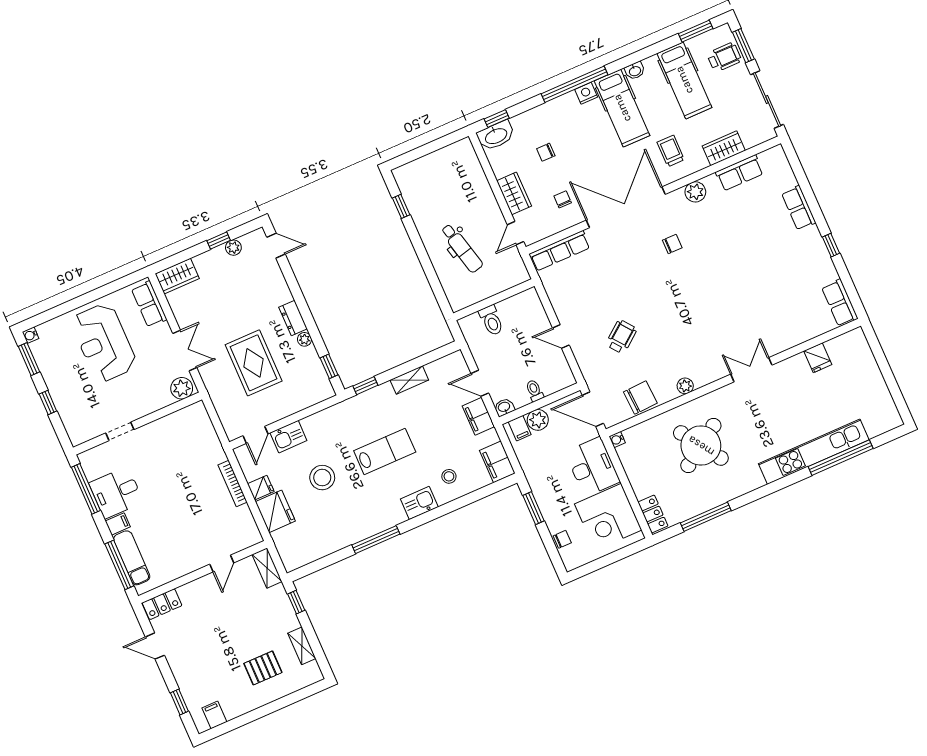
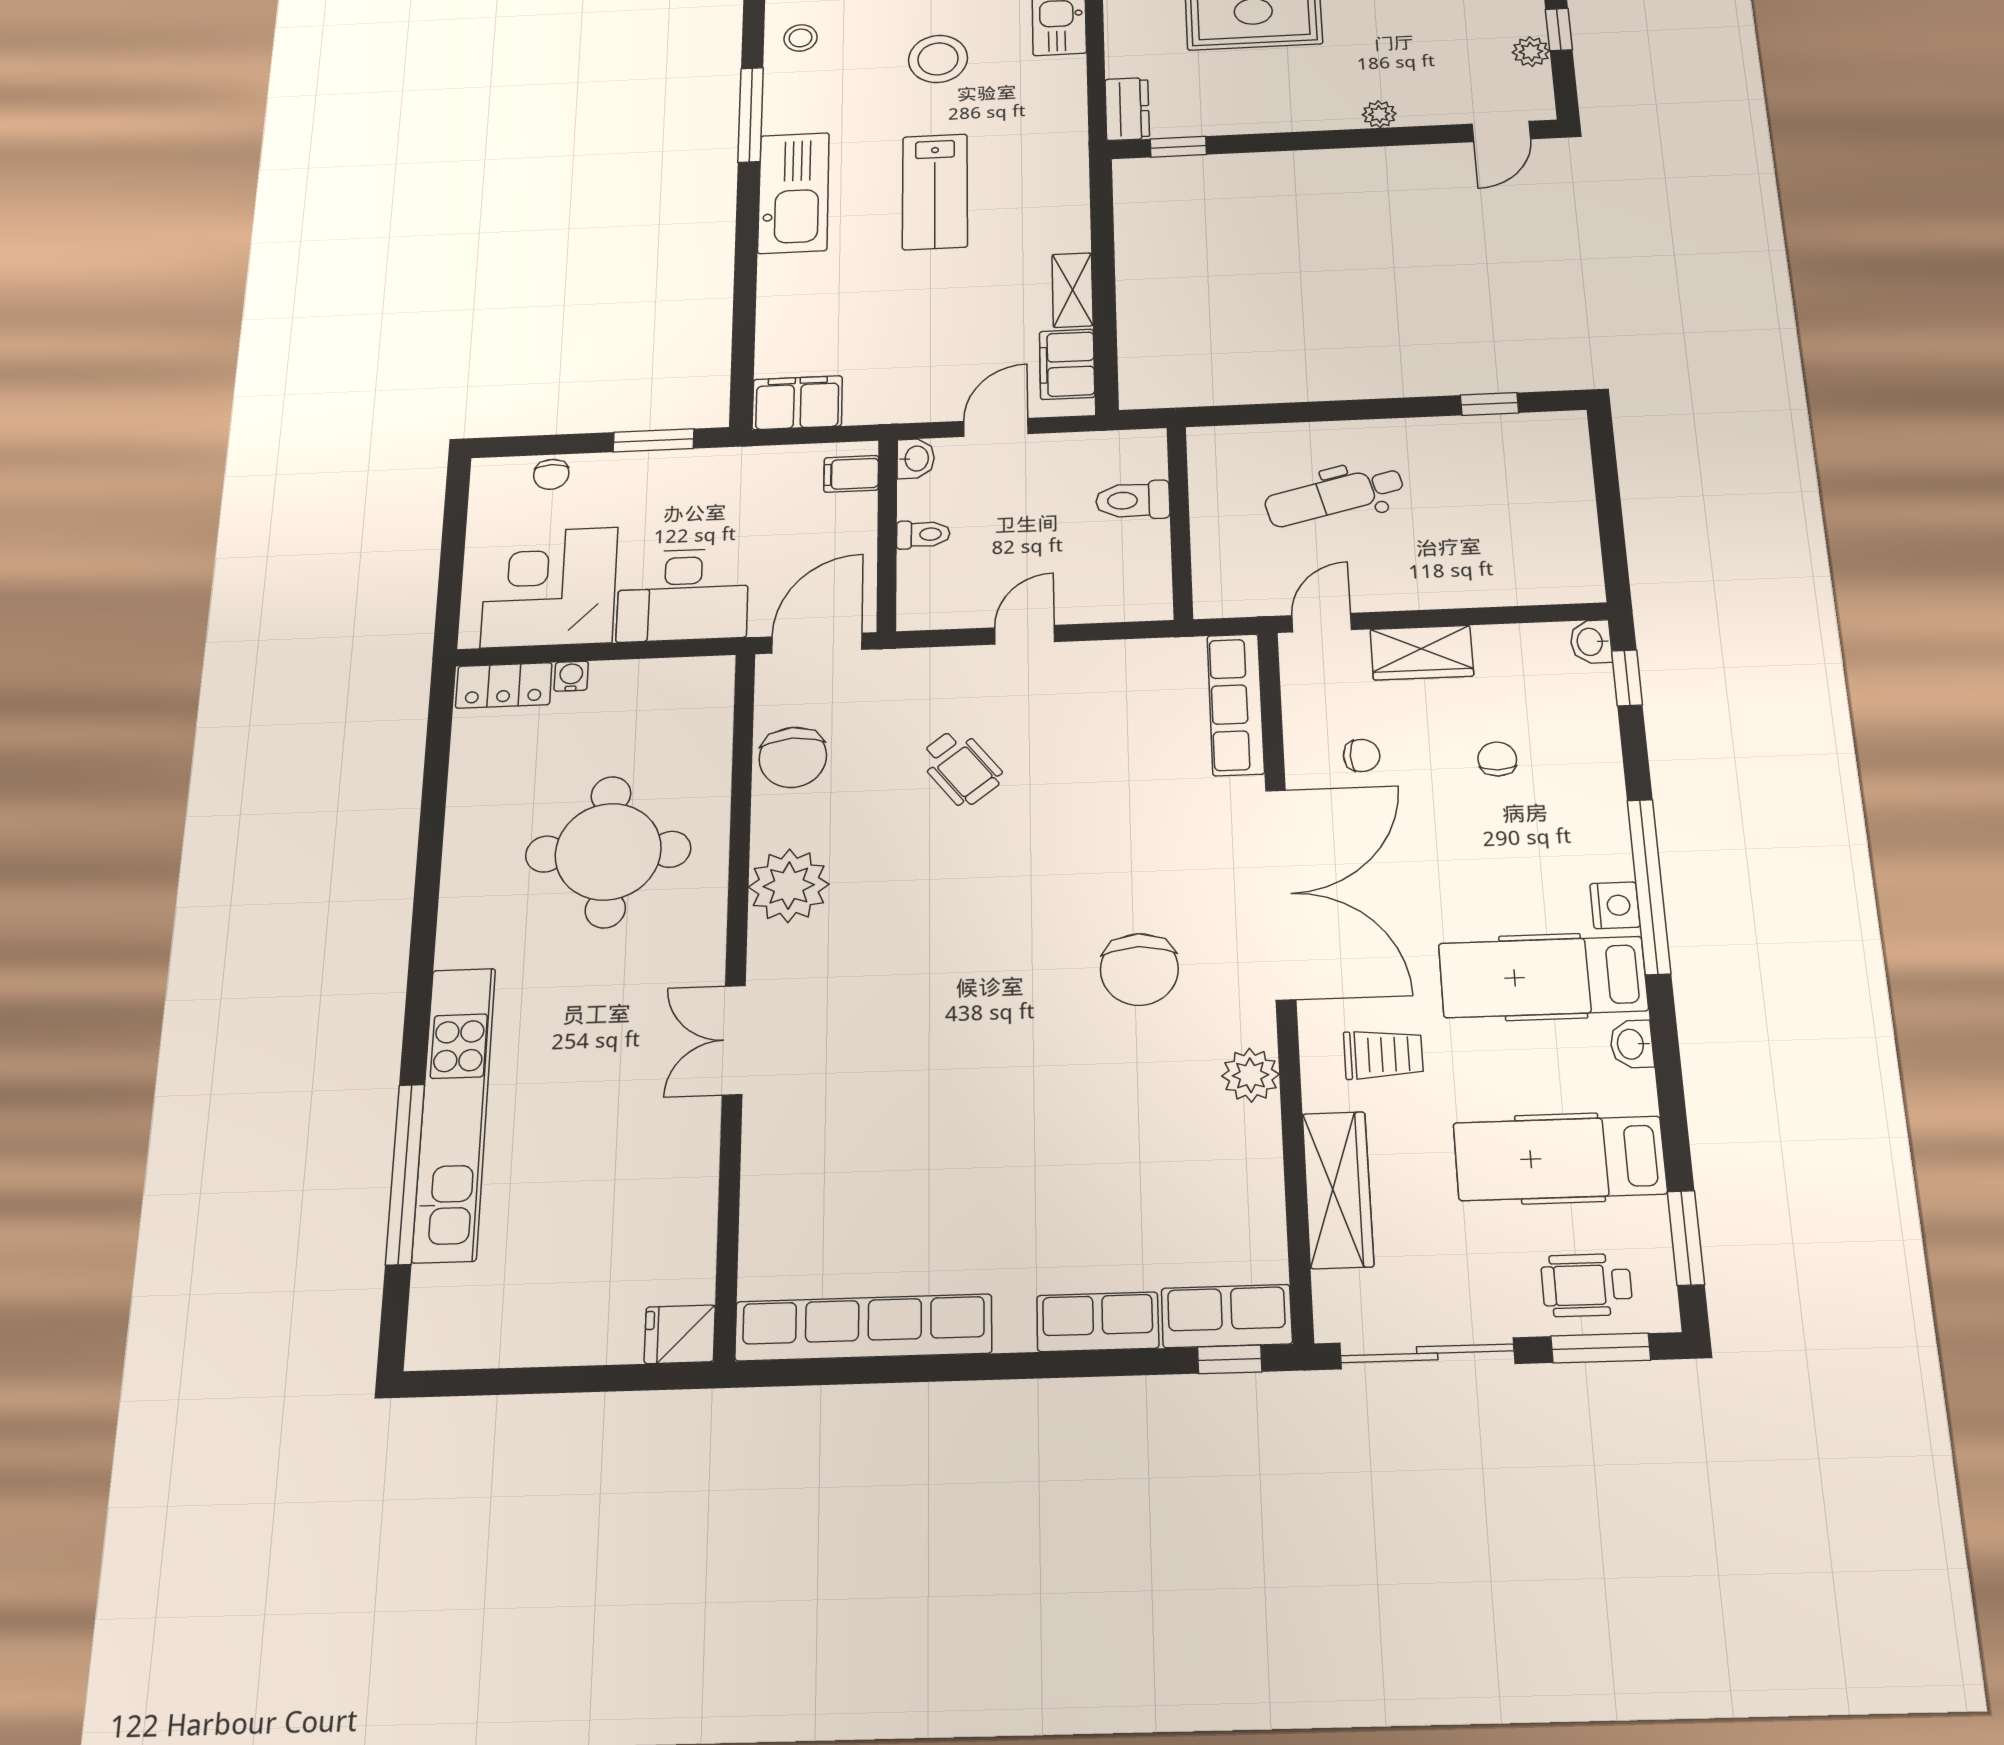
wheelchair: (724, 57) -> (1587, 1285), turned 90
washbasin: (496, 136) -> (1591, 642), width x0.52, depth x0.69
wardrobe: (724, 148) -> (1338, 1190), width x1.50
row of seats: (740, 173) -> (1227, 1316), moved, turned 90
door: (516, 233) -> (1322, 623), hinge flipped
chair: (672, 244) -> (1139, 969), width x1.87, depth x1.87
window: (831, 245) -> (1230, 1359), moved
row of seats: (840, 303) -> (863, 1327), width x2.02
dresser: (293, 318) -> (1127, 109), moved, turned 90
plant: (304, 339) -> (1379, 114), moved
fridge: (818, 358) -> (680, 1334), moved
double door: (751, 370) -> (734, 1040), swing flipped
window: (365, 386) -> (1101, 201), removed
plant: (685, 386) -> (789, 886), width x1.87, depth x1.87
filing cabinet: (478, 416) -> (1067, 364), moved, turned -90
plant: (538, 420) -> (851, 518), removed
water cooler: (617, 440) -> (571, 676), moved
round table: (701, 446) -> (608, 852), turned 34
stool: (449, 476) -> (801, 38), moved
kitchen sink: (419, 503) -> (794, 193), width x1.88, depth x1.24
window: (706, 517) -> (434, 800), removed

